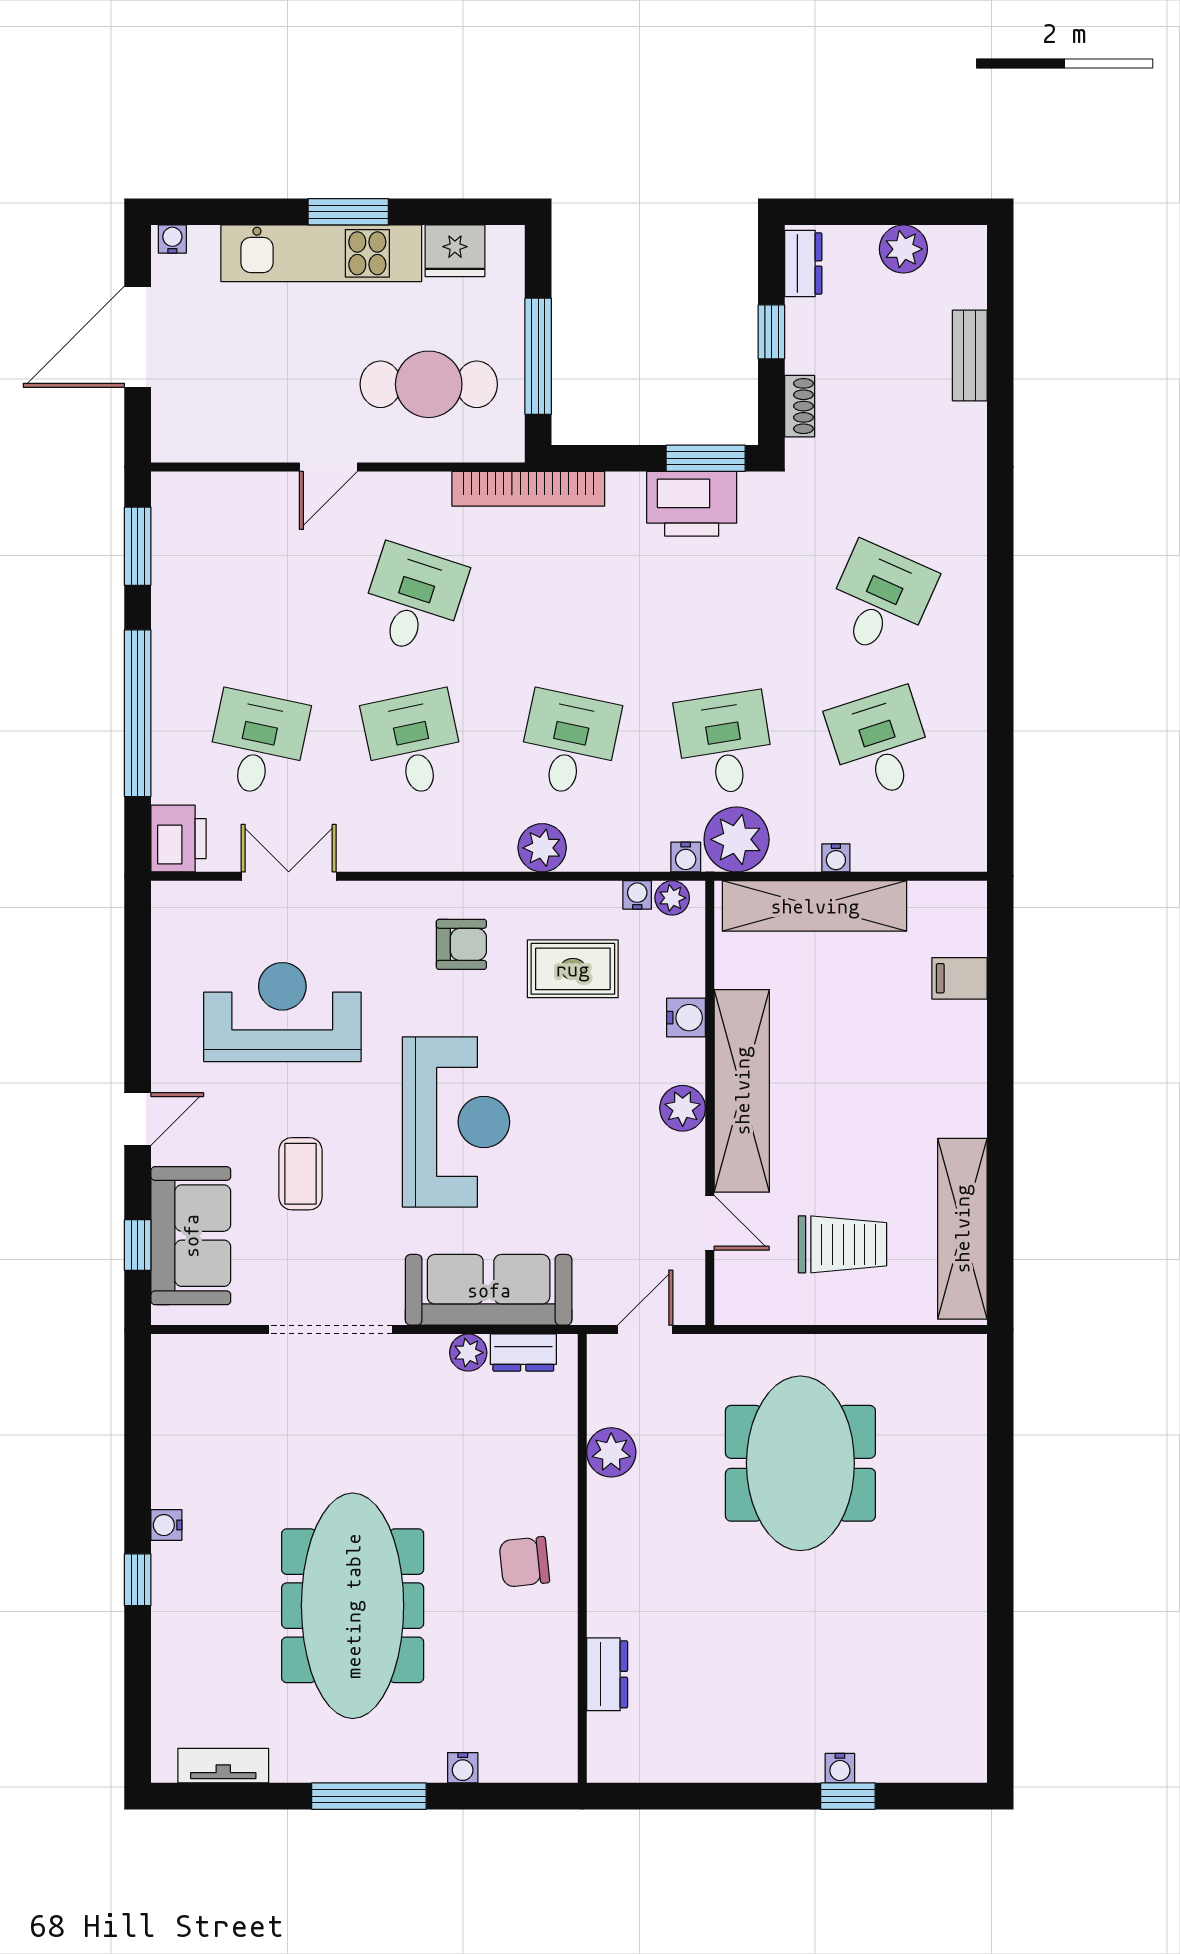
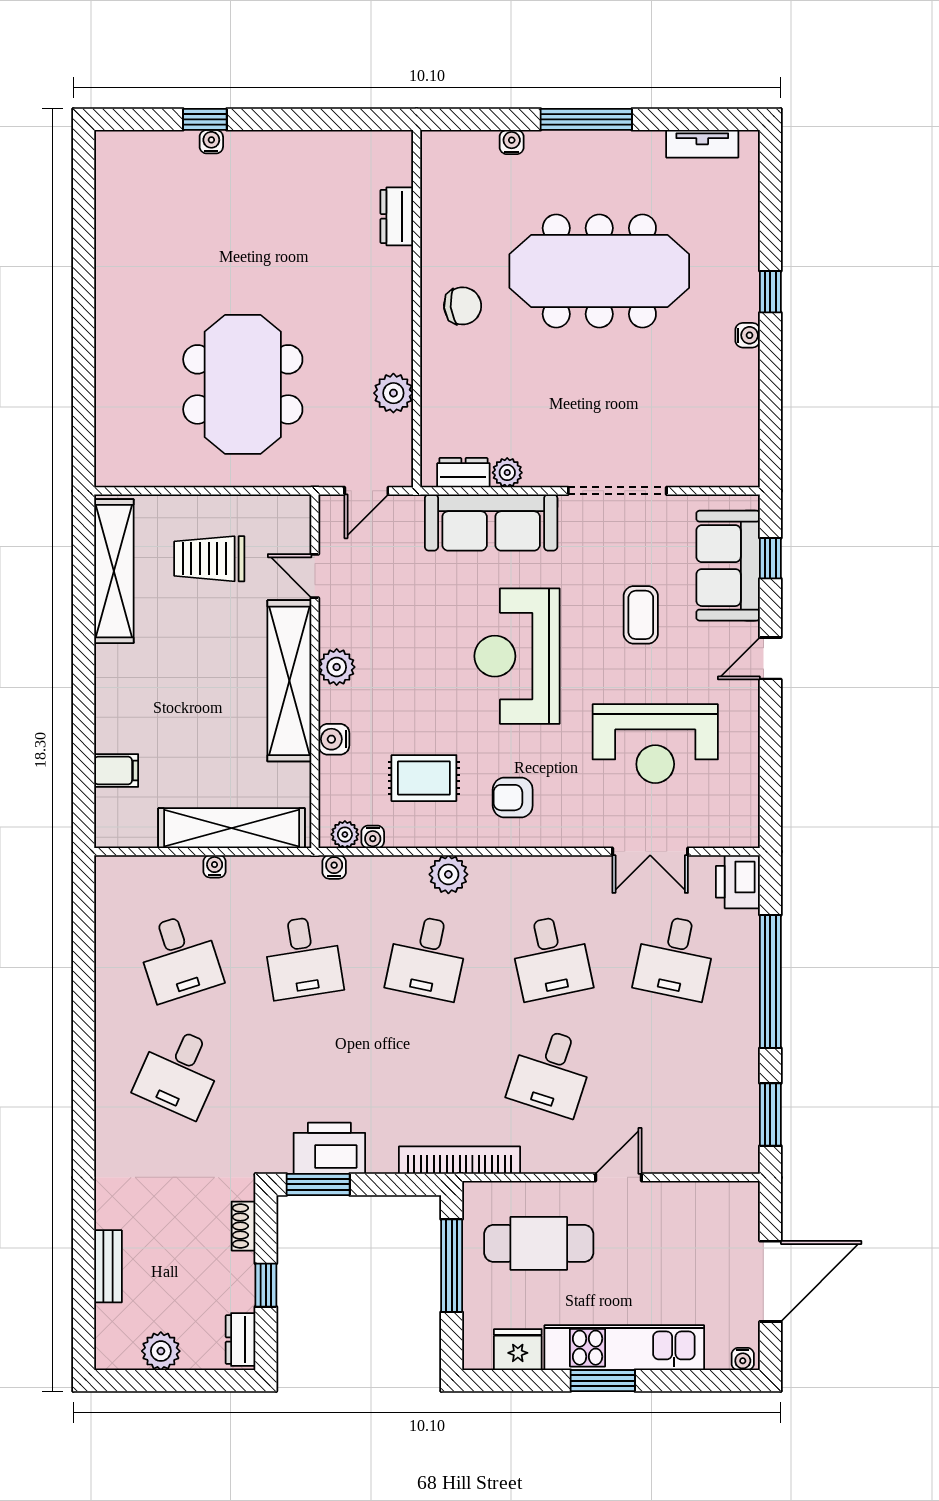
plant: (737, 839) -> (294, 881), removed
meeting table: (353, 1606) -> (599, 271), turned 90

